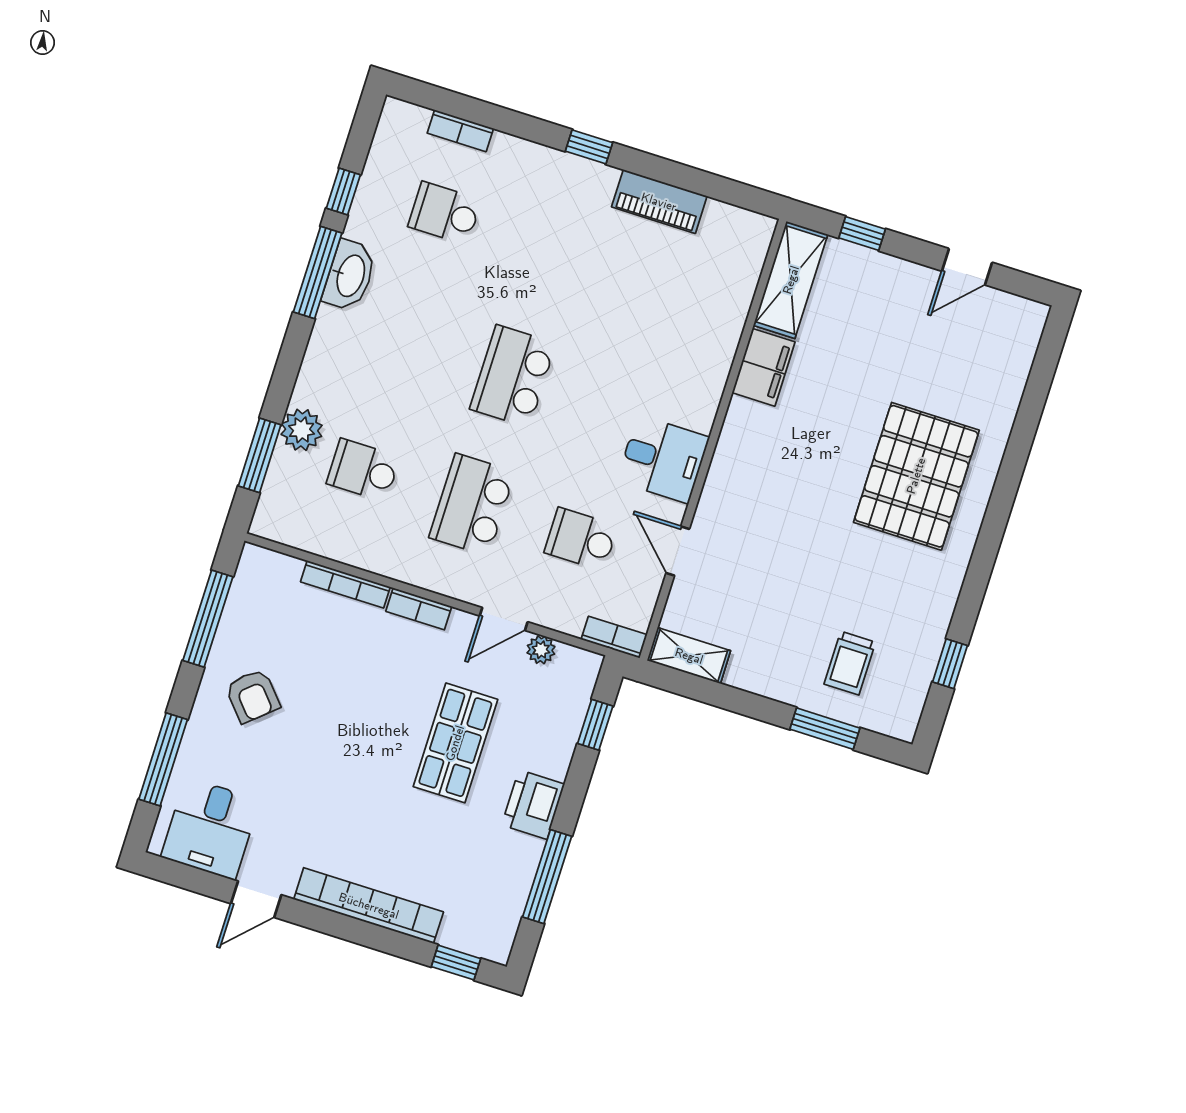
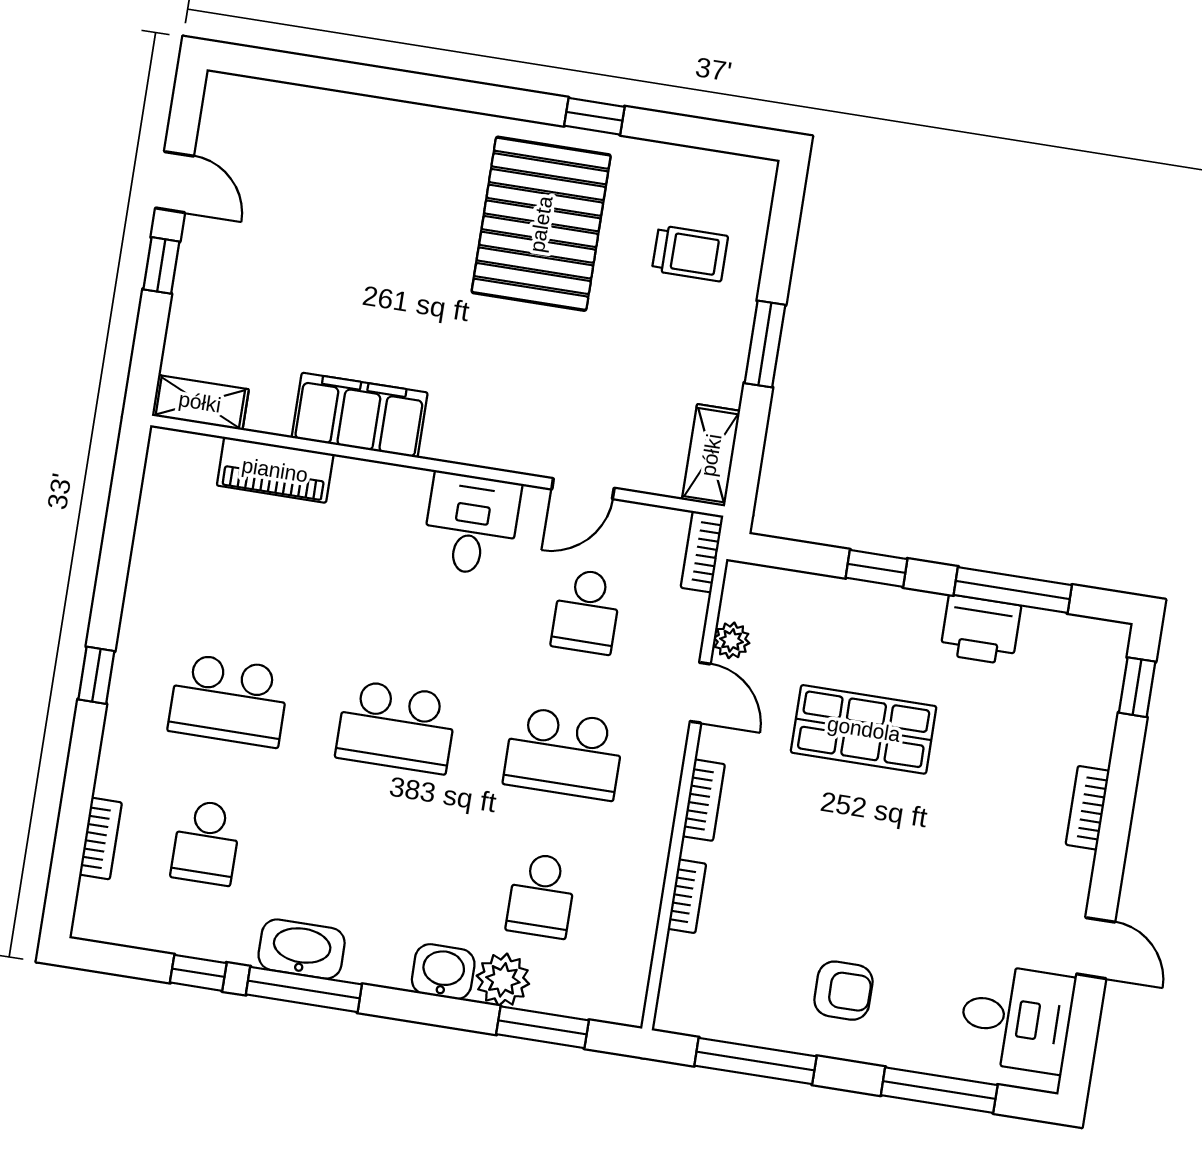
piano: (659, 202) -> (275, 470), moved, turned 90
window: (862, 234) -> (161, 265), moved
school desk: (554, 248) -> (229, 700), added
shelving: (791, 280) -> (200, 402), width x0.67, depth x0.75
filing cabinet: (764, 367) -> (360, 415), width x1.50, depth x1.17
washbasin: (315, 384) -> (443, 972), added
pallet: (916, 476) -> (541, 224), moved, turned 90
bookcase: (345, 584) -> (687, 896), width x0.64
window: (950, 664) -> (594, 116), moved
armchair: (253, 696) -> (843, 991), turned 41
window: (595, 725) -> (877, 568), moved
window: (825, 729) -> (765, 344), moved
printer: (533, 805) -> (981, 630), moved
bookcase: (369, 906) -> (1088, 808), width x0.43, depth x0.76

